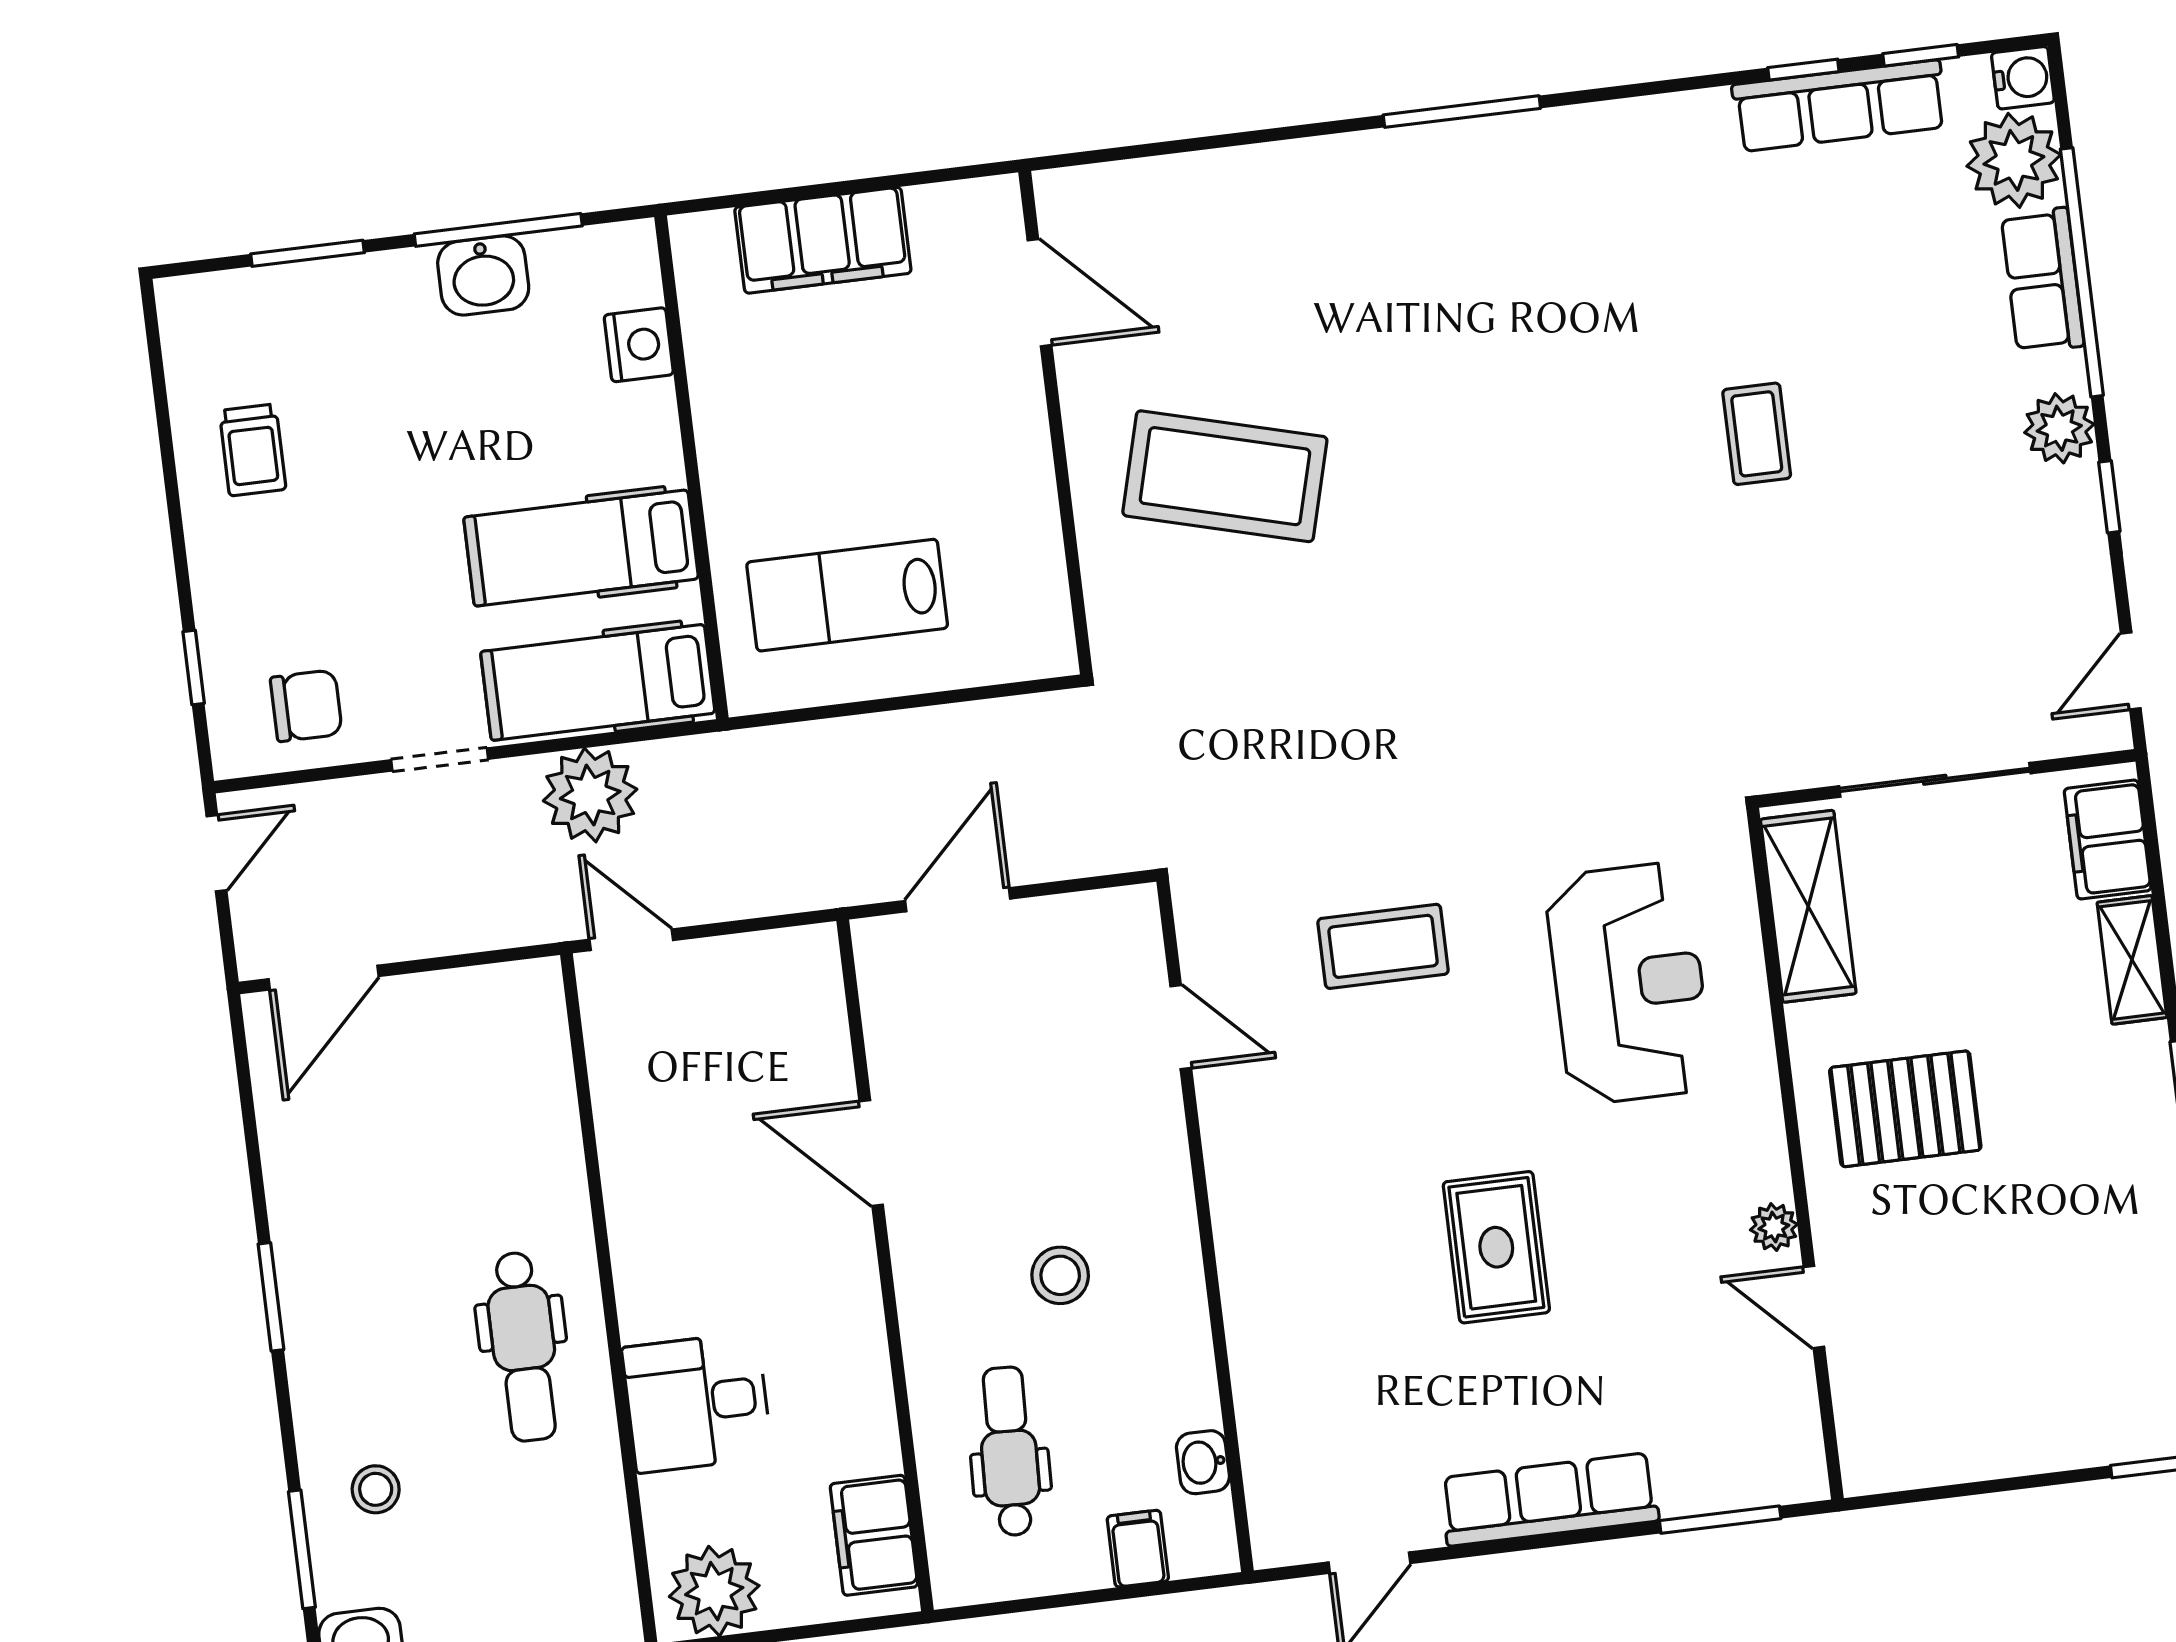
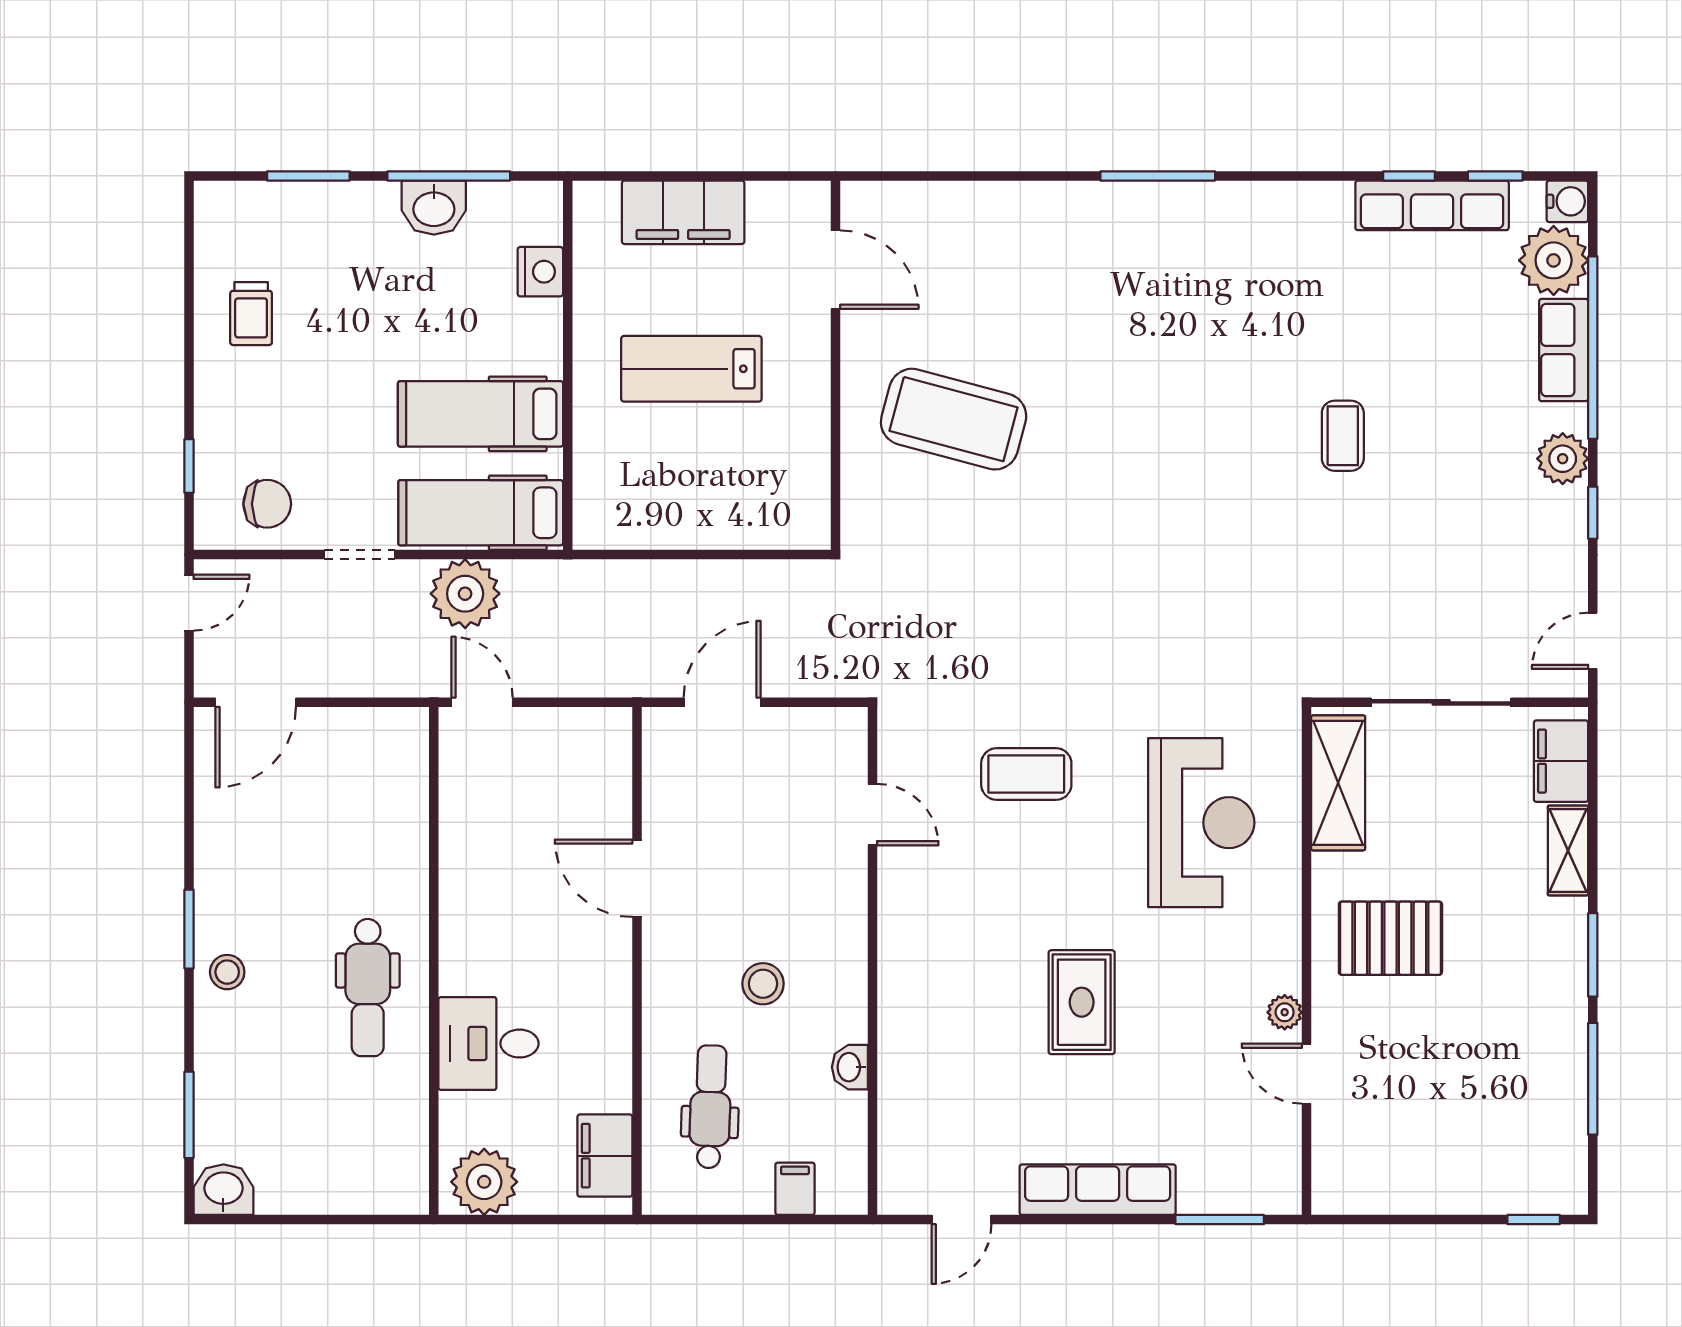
lab bench: (847, 595) -> (691, 369), moved
washbasin: (1203, 1462) -> (850, 1067), moved
stool: (376, 1489) -> (227, 972), moved

